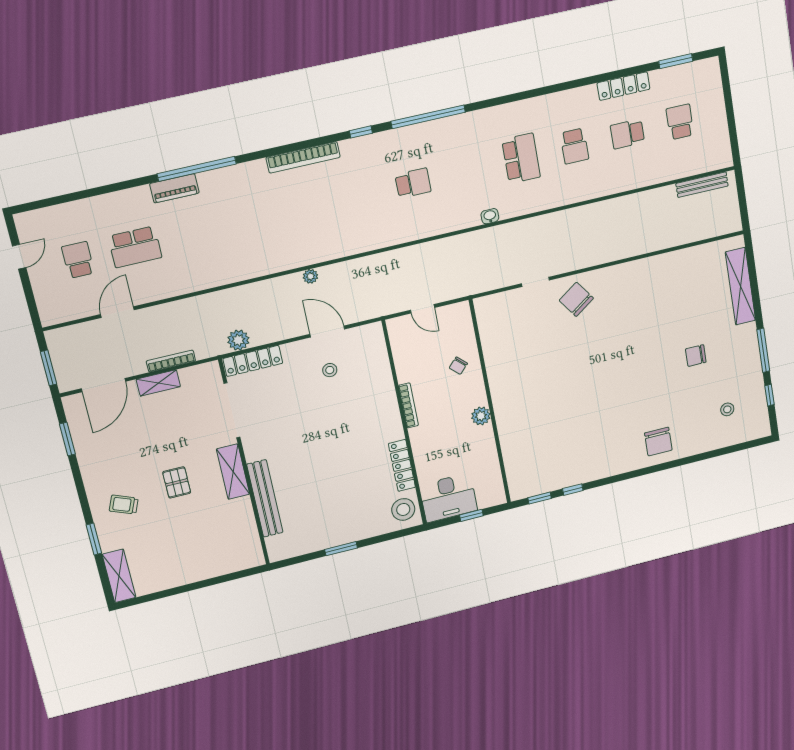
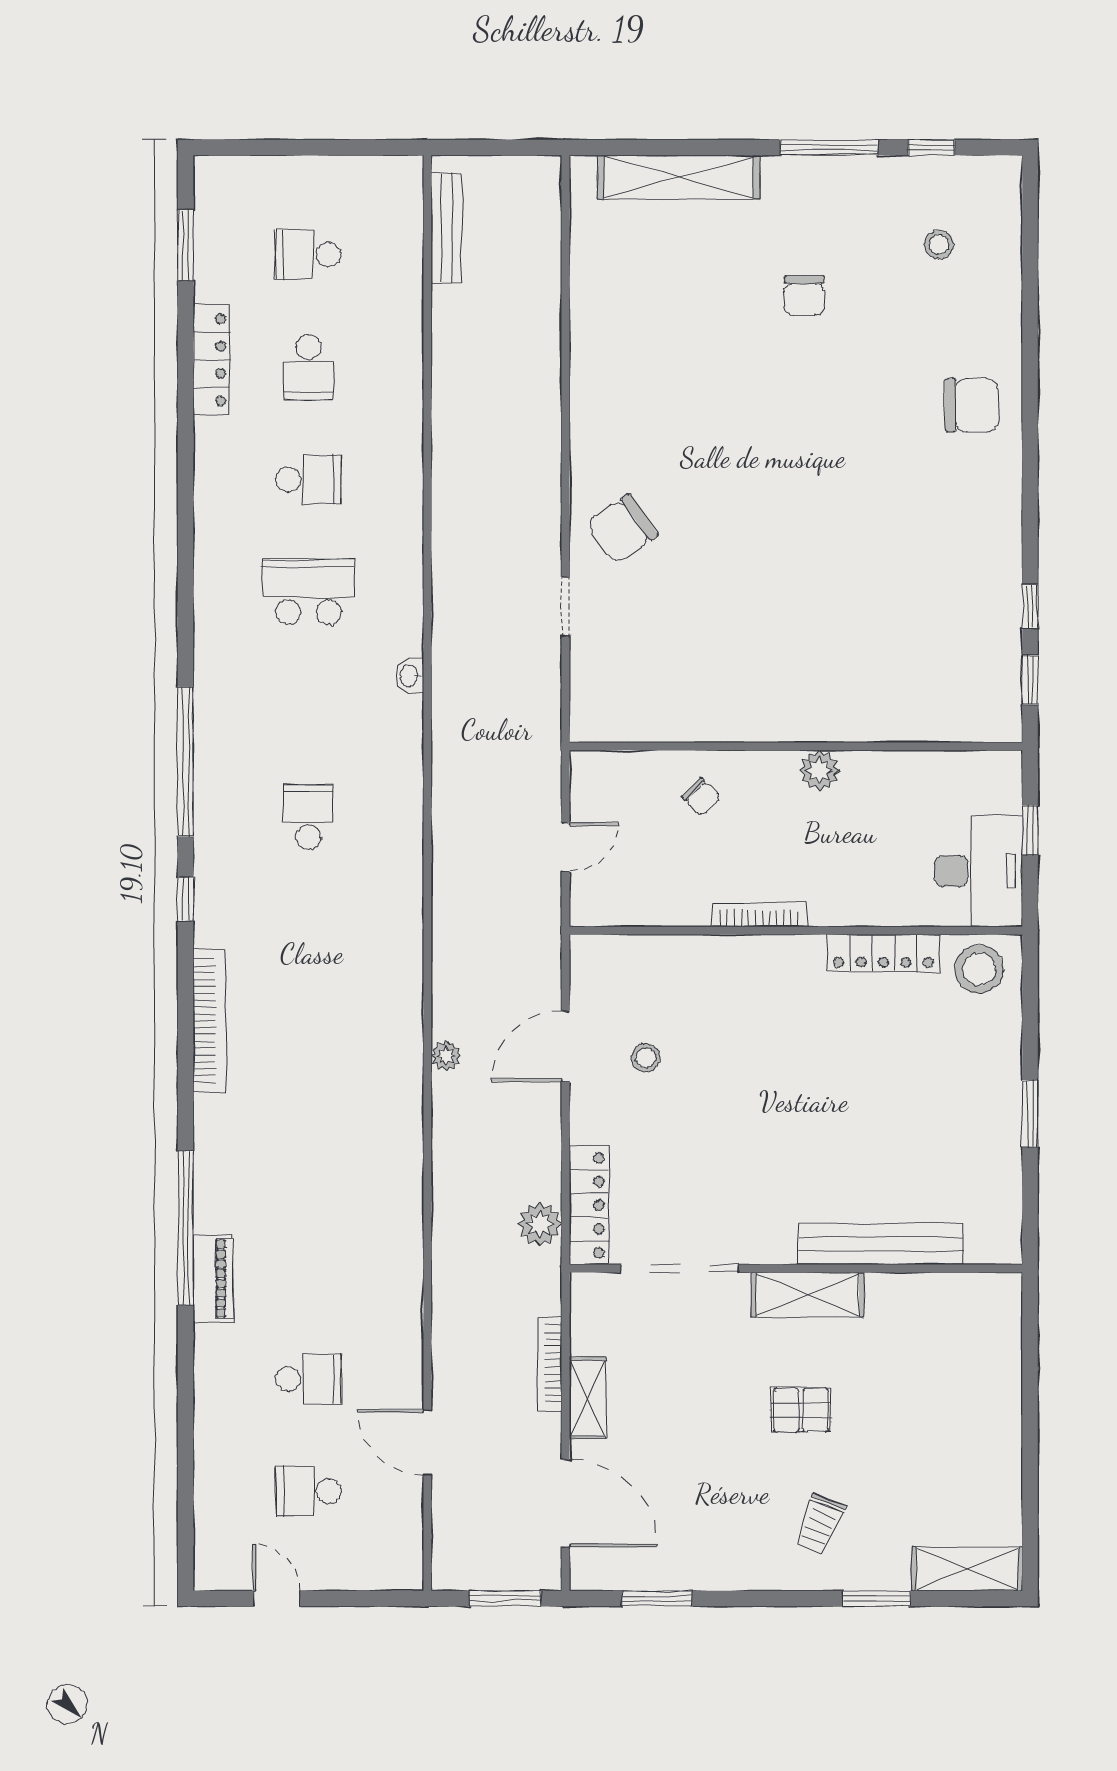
school desk: (135, 247) -> (308, 1379), width x0.54

